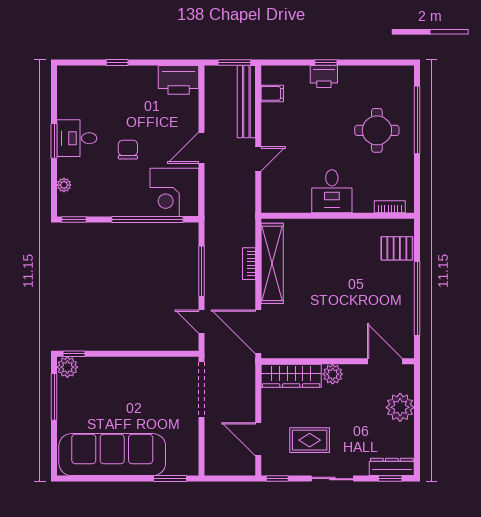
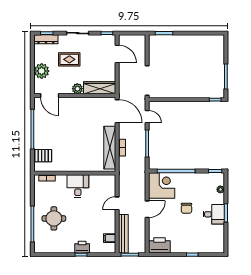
plant: (67, 367) -> (219, 92), removed
rug: (310, 440) -> (69, 59), moved
sofa: (112, 455) -> (195, 46), removed

